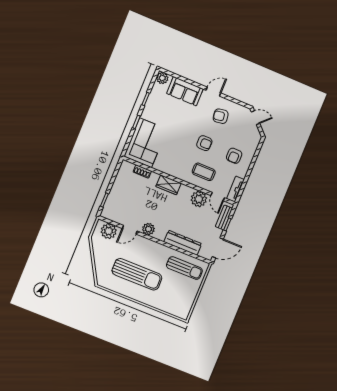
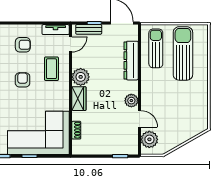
corner sofa: (145, 143) -> (38, 133), width x1.36, depth x1.36
plant: (199, 199) -> (81, 77), moved
sun lounger: (137, 274) -> (183, 53), moved

